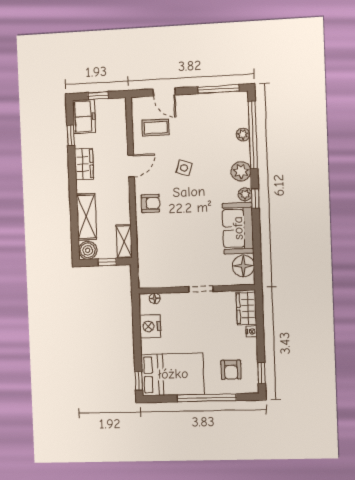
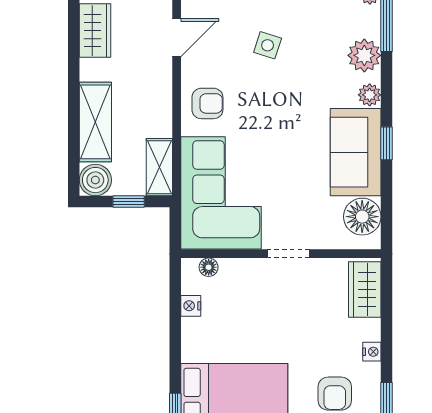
window: (255, 199) -> (386, 143), moved
corner sofa: (160, 255) -> (221, 193), added
nightstand: (150, 326) -> (191, 306), width x0.53, depth x0.56
nightstand: (251, 332) -> (372, 352), moved

